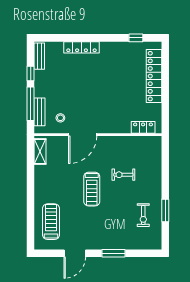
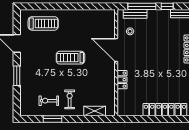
locker: (143, 127) -> (122, 80), moved
shelving: (40, 152) -> (95, 111), moved
exercise bike: (123, 175) -> (70, 99), moved

